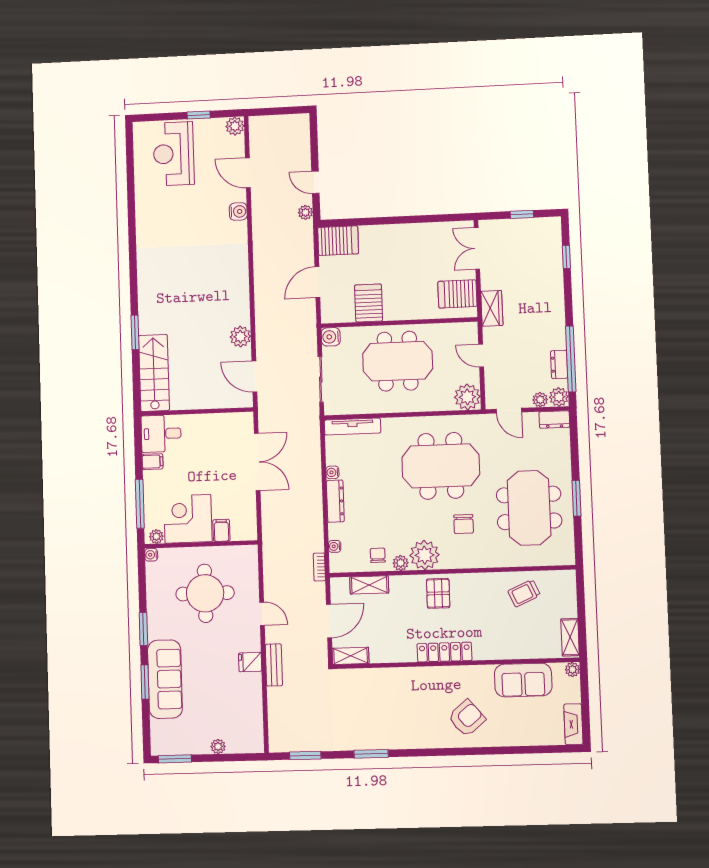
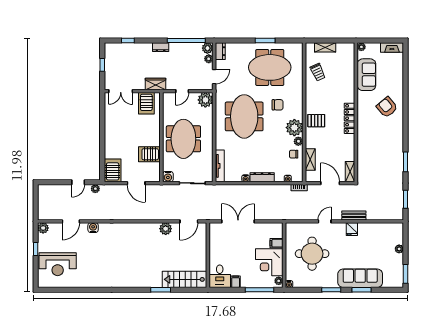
dresser: (559, 364) -> (161, 47), moved
shelving: (570, 637) -> (325, 47), moved

